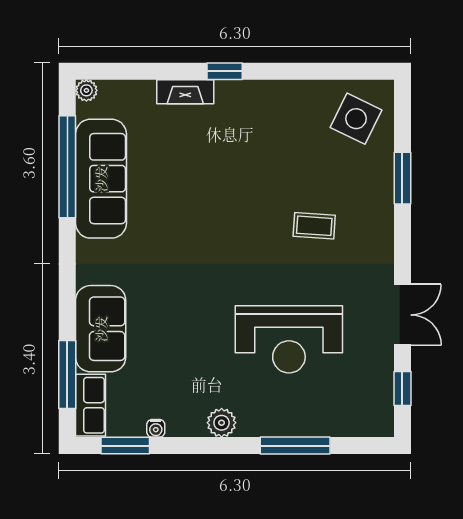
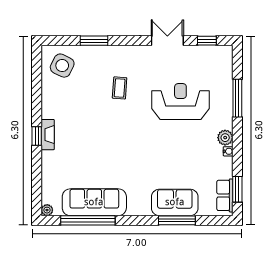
fireplace: (185, 92) -> (48, 135), moved
reception desk: (289, 339) -> (180, 101), turned -90
window: (67, 374) -> (177, 220), moved
row of seats: (90, 405) -> (225, 195), moved, turned -90
water cooler: (156, 428) -> (228, 151), moved

